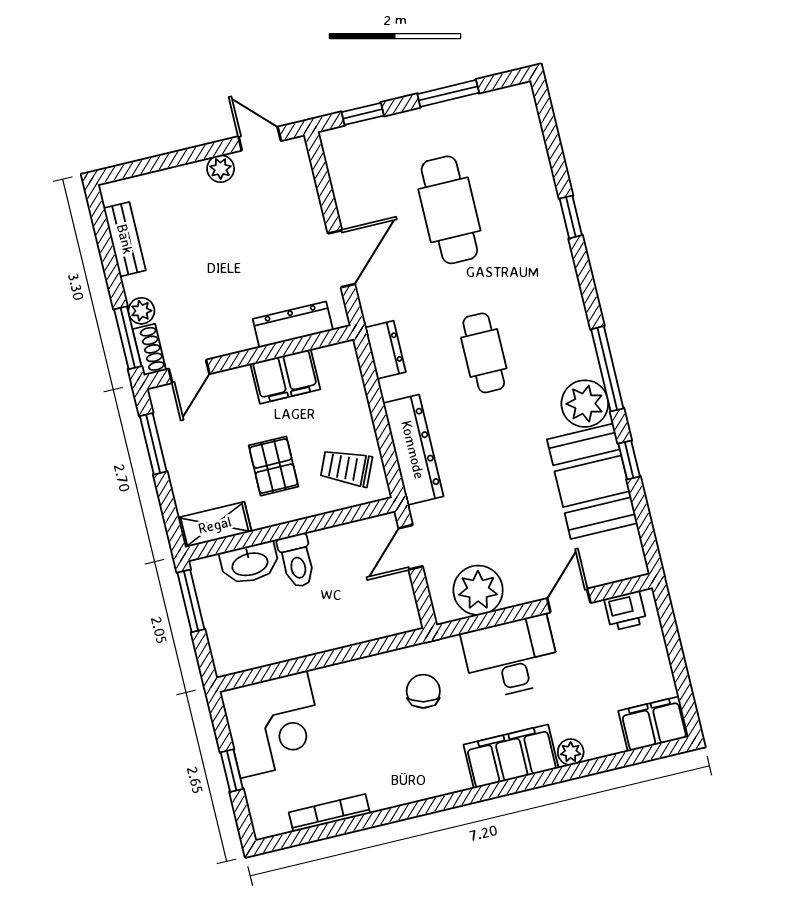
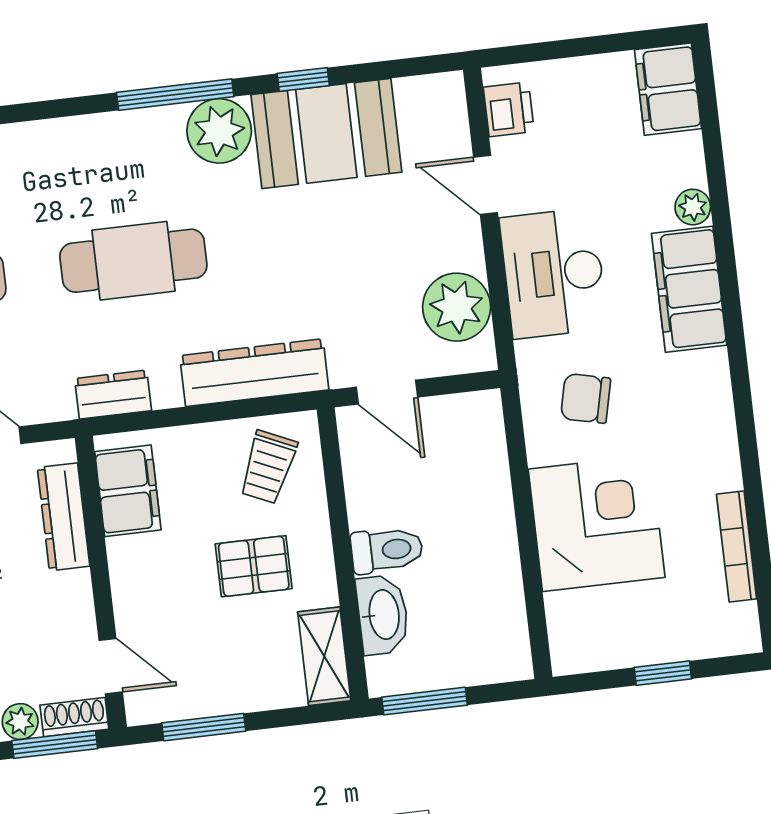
cafe table: (484, 353) -> (133, 261), width x1.37, depth x1.35
filing cabinet: (285, 376) -> (128, 491), moved
corner desk: (273, 724) -> (597, 523), moved

